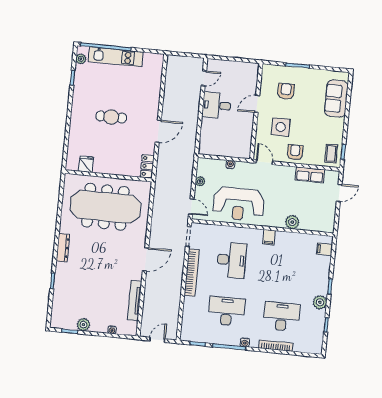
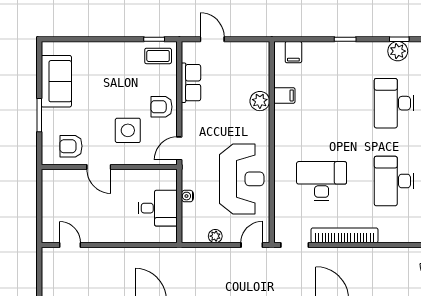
armchair: (286, 91) -> (71, 146), moved
sofa: (336, 99) -> (56, 81), moved, turned -90
desk: (217, 105) -> (158, 208), moved, turned -90
filing cabinet: (269, 237) -> (284, 95), moved
plant: (320, 302) -> (398, 51), moved

